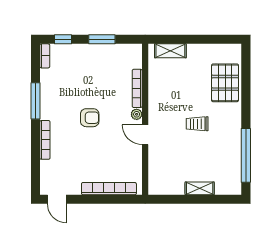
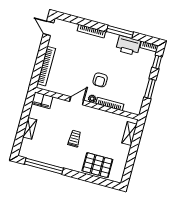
printer: (51, 85) -> (128, 45), added
armchair: (90, 118) -> (100, 80), moved
filing cabinet: (157, 182) -> (42, 100), added
door: (57, 199) -> (49, 28), hinge flipped

